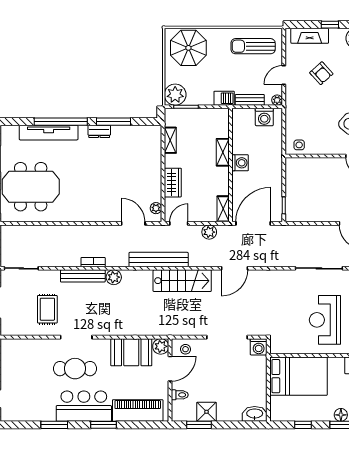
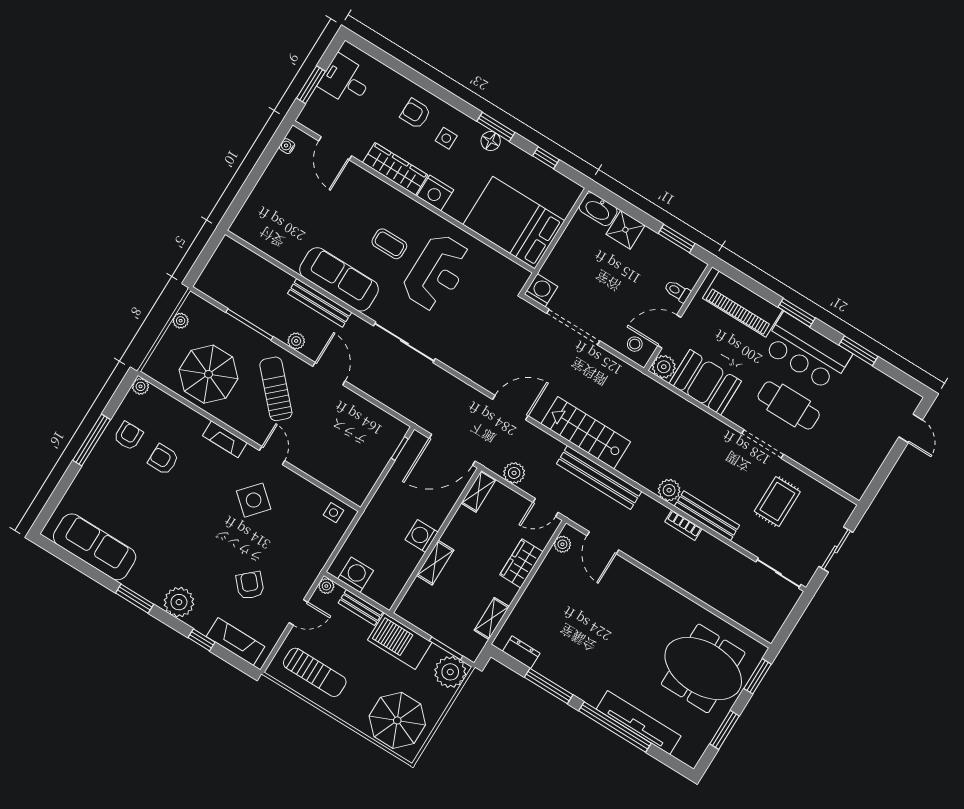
barbecue: (224, 98) -> (400, 641), width x1.88, depth x1.53
dresser: (99, 131) -> (521, 652), moved
shower: (207, 412) -> (625, 230), moved

